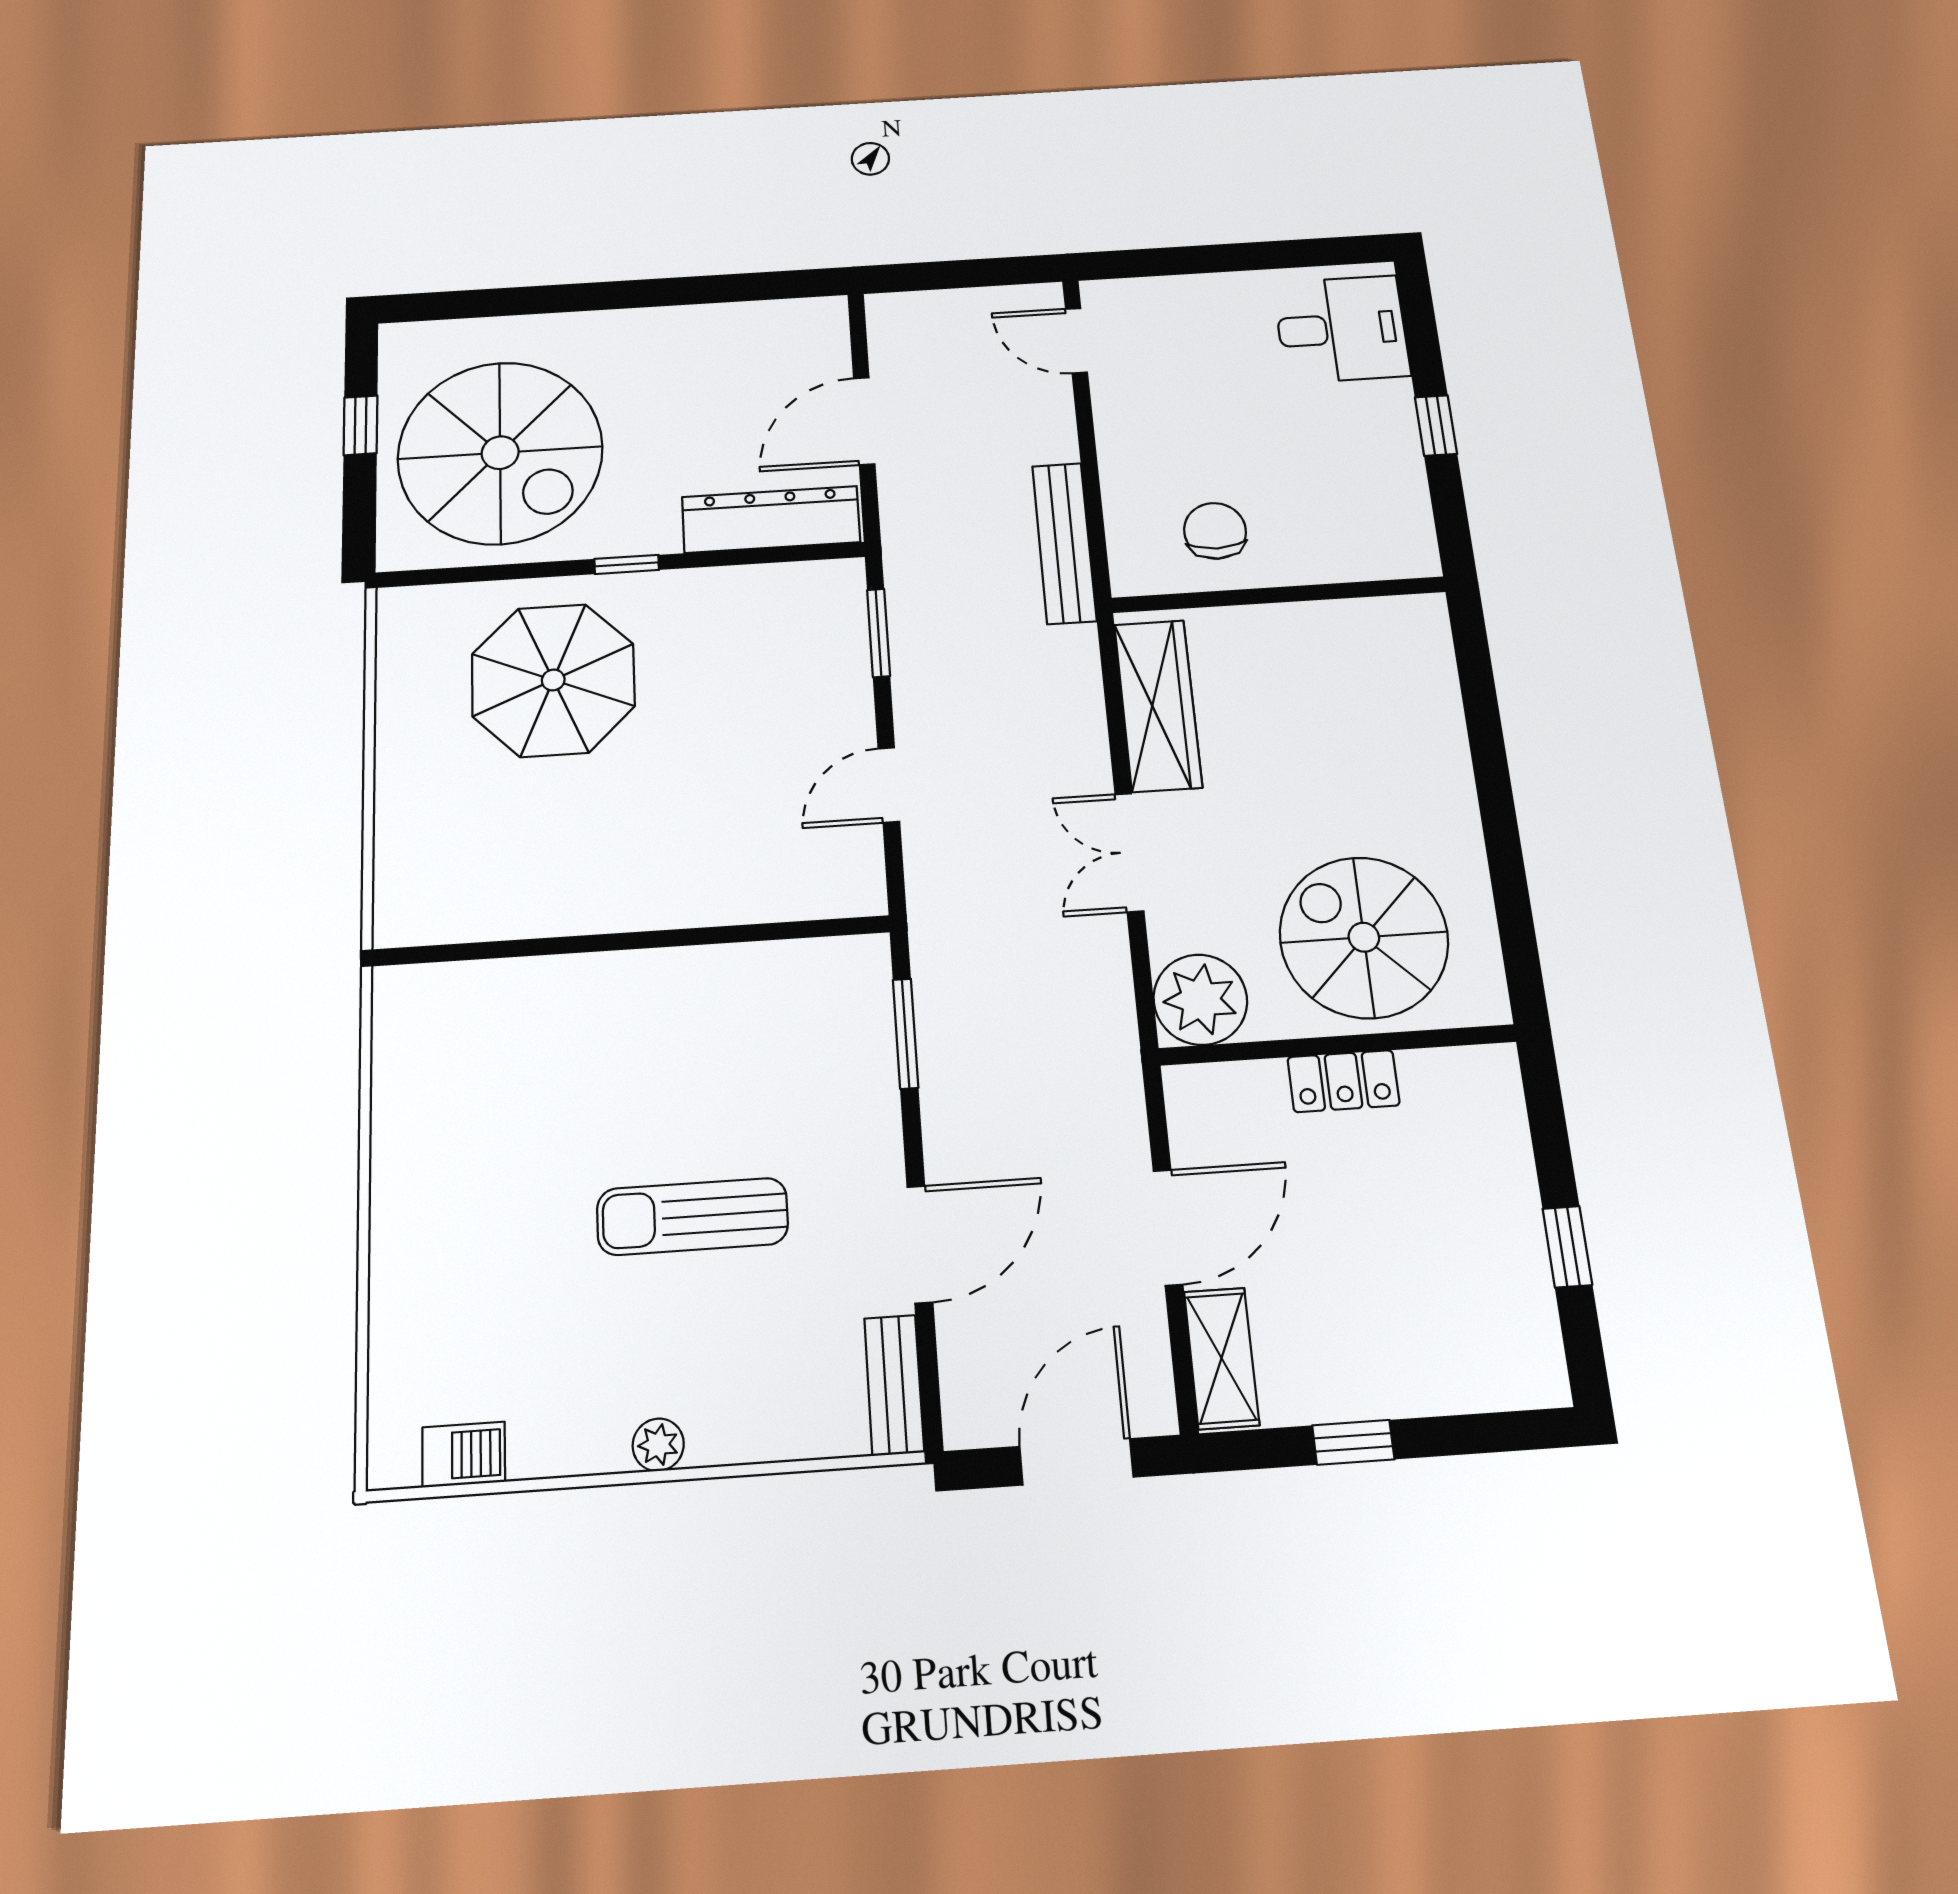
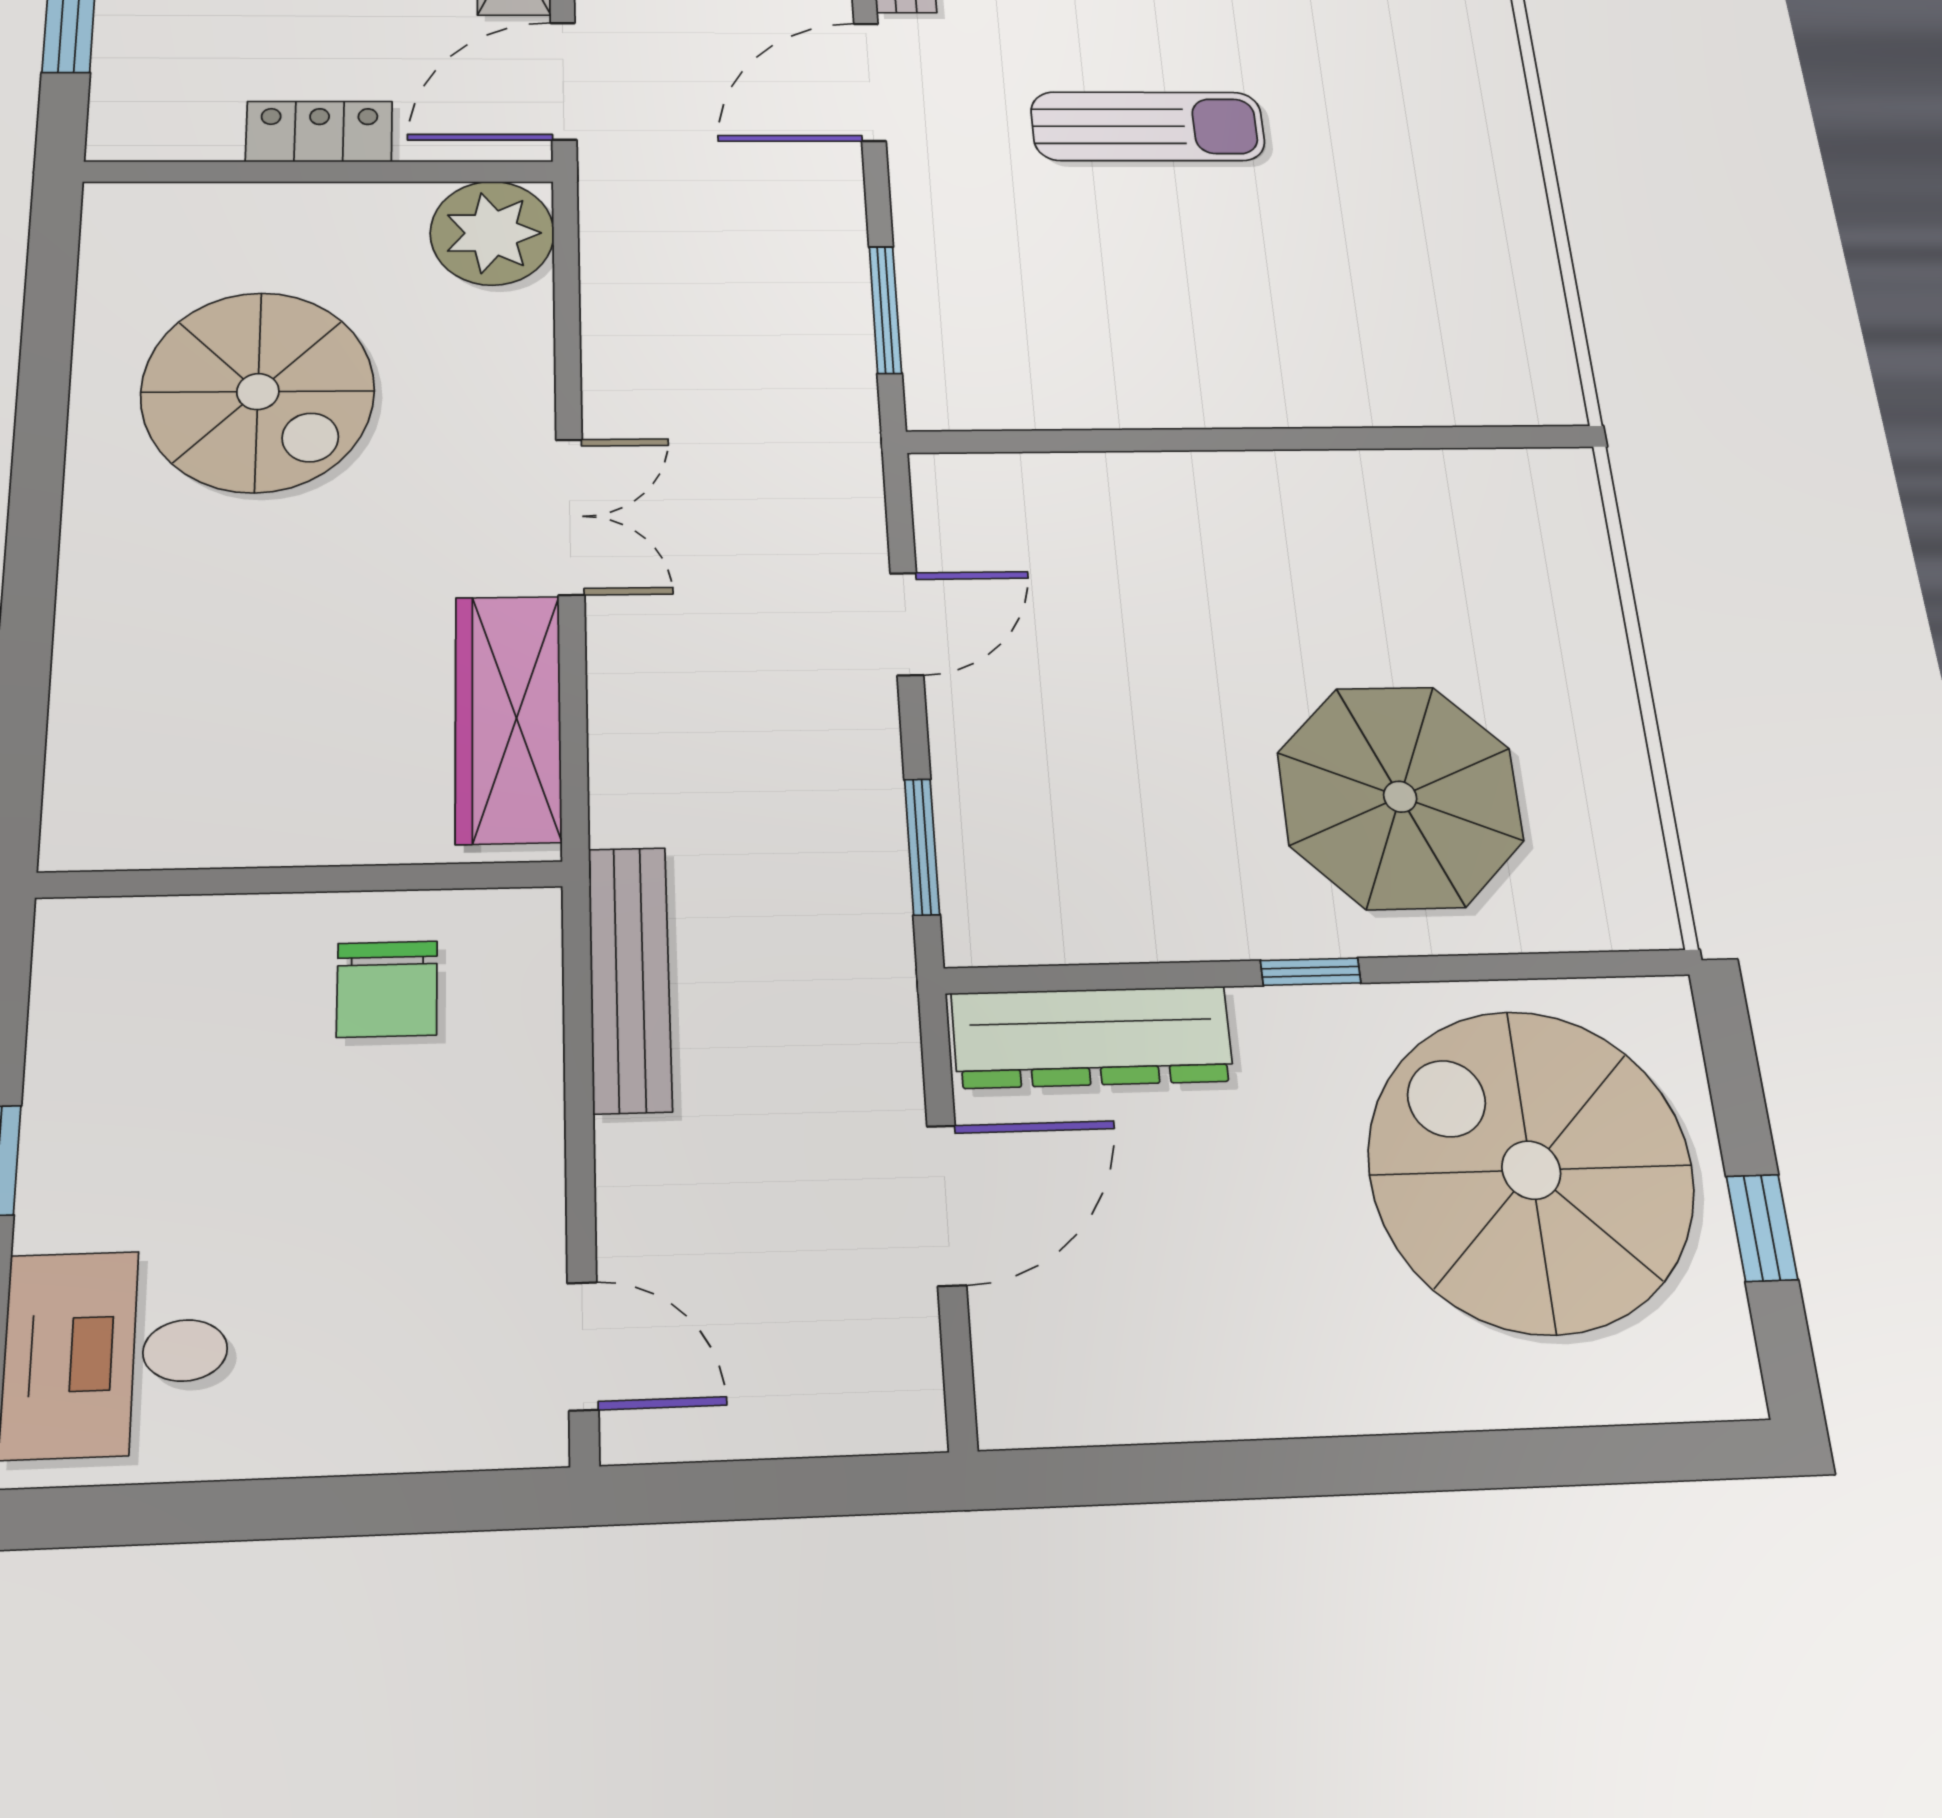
plant: (1200, 1000) -> (492, 233), moved
wall: (1337, 1045) -> (320, 172), moved
locker: (1343, 1081) -> (319, 132), moved

